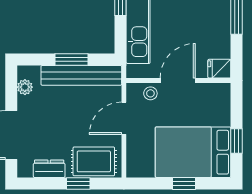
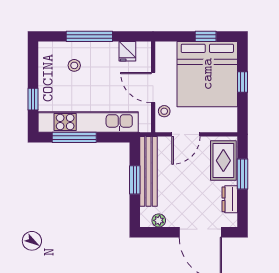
fridge: (219, 69) -> (127, 51), moved
door: (124, 118) -> (186, 134), hinge flipped
bed: (193, 152) -> (207, 74), width x1.36
window: (78, 183) -> (243, 174), width x1.50

